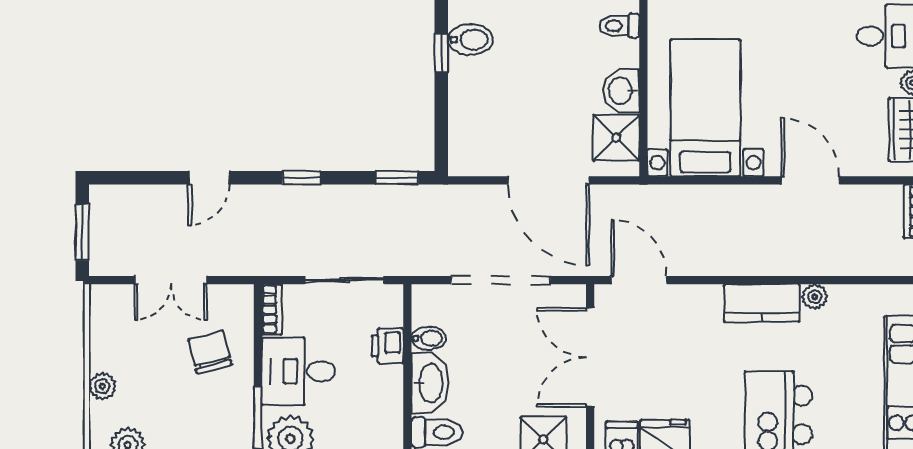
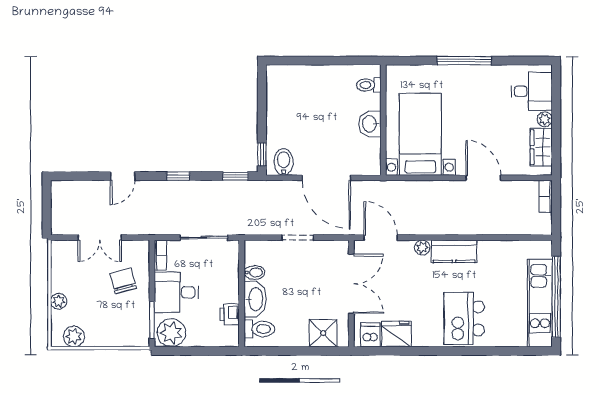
bidet: (470, 40) -> (284, 162), moved, turned -90
window: (441, 53) -> (262, 154), moved
shower: (616, 138) -> (367, 152), removed
window: (82, 232) -> (47, 209), removed
doorway: (501, 280) -> (298, 238), width x0.53
plant: (815, 297) -> (422, 248), moved
printer: (387, 346) -> (230, 314), moved
double door: (590, 357) -> (351, 284), swing flipped

